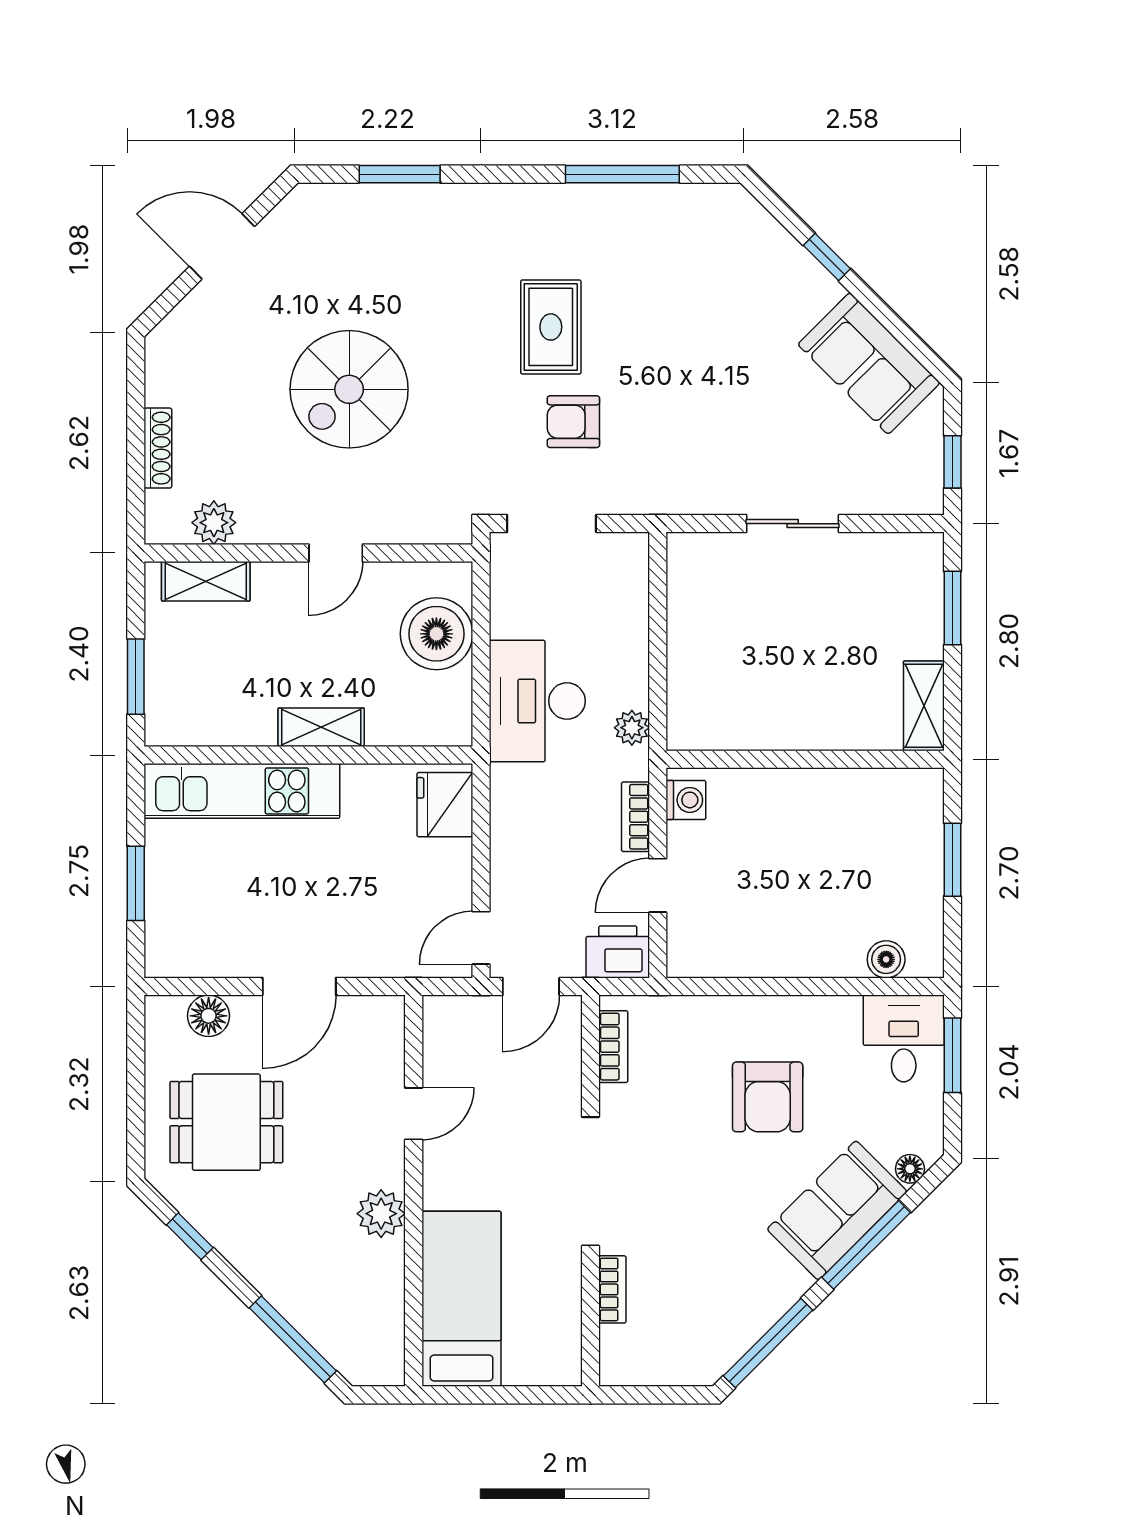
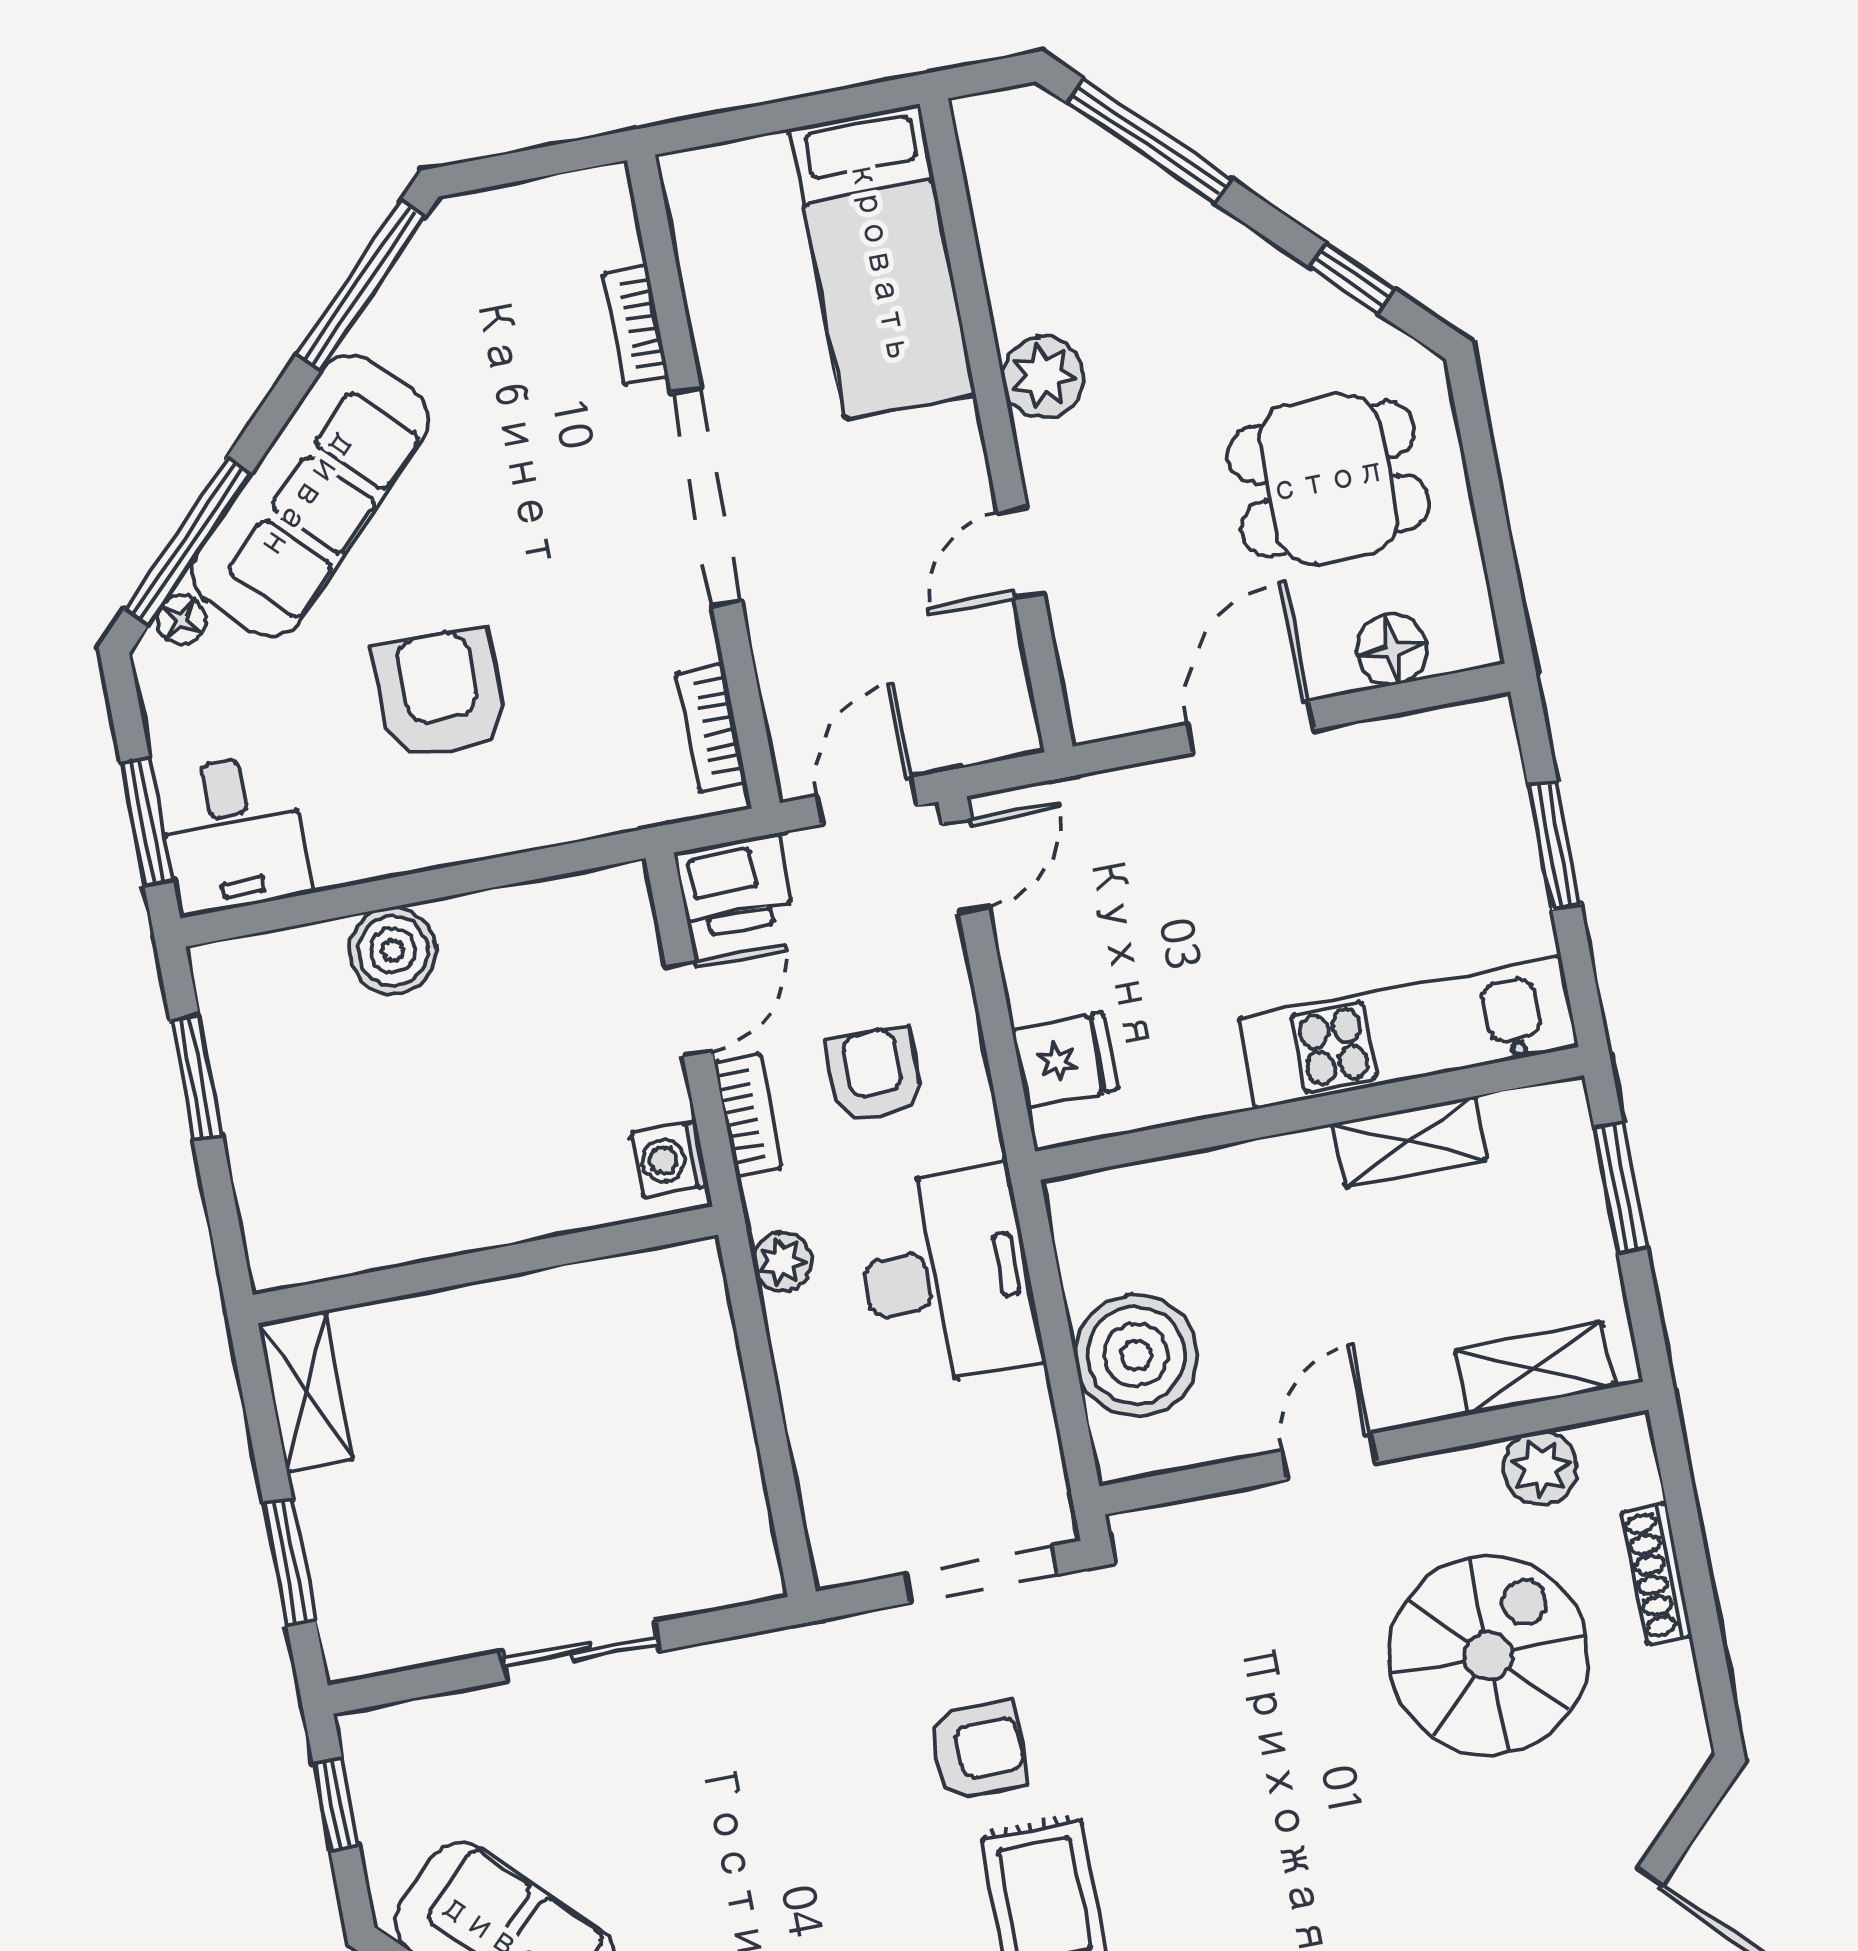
spiral stairs: (349, 389) -> (1489, 1656), moved
shelving: (321, 727) -> (1410, 1142), moved
fridge: (445, 805) -> (1065, 1060), width x0.72
armchair: (557, 826) -> (874, 1075), added
window: (952, 860) -> (196, 1078), moved
boiler: (886, 959) -> (393, 951), moved, width x1.36, depth x1.36
sofa: (837, 1210) -> (310, 496), width x1.36
window: (866, 1245) -> (188, 541), moved

